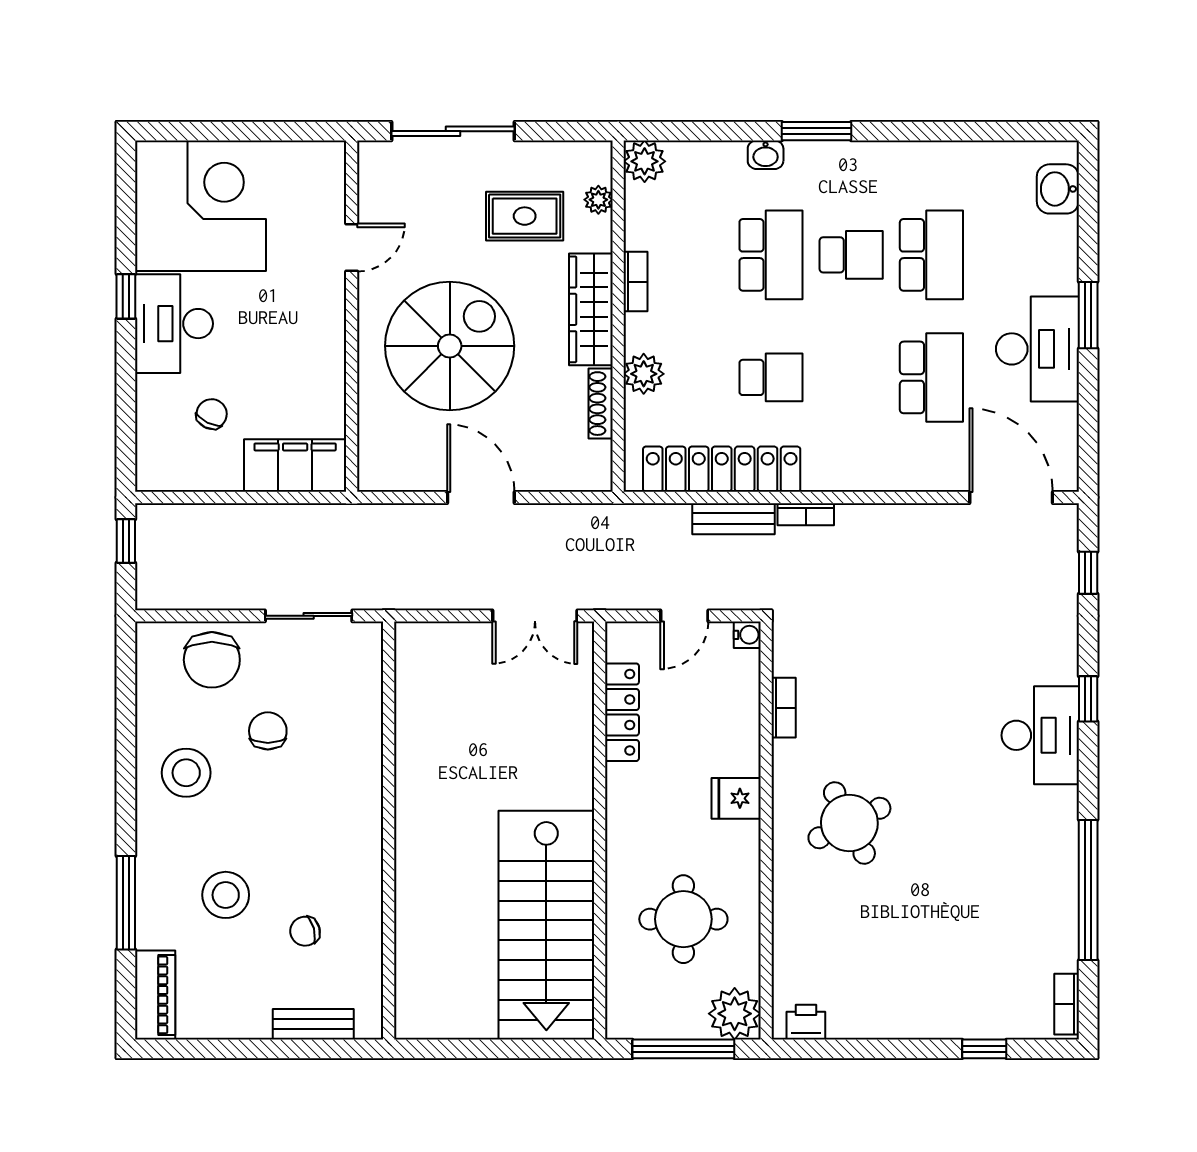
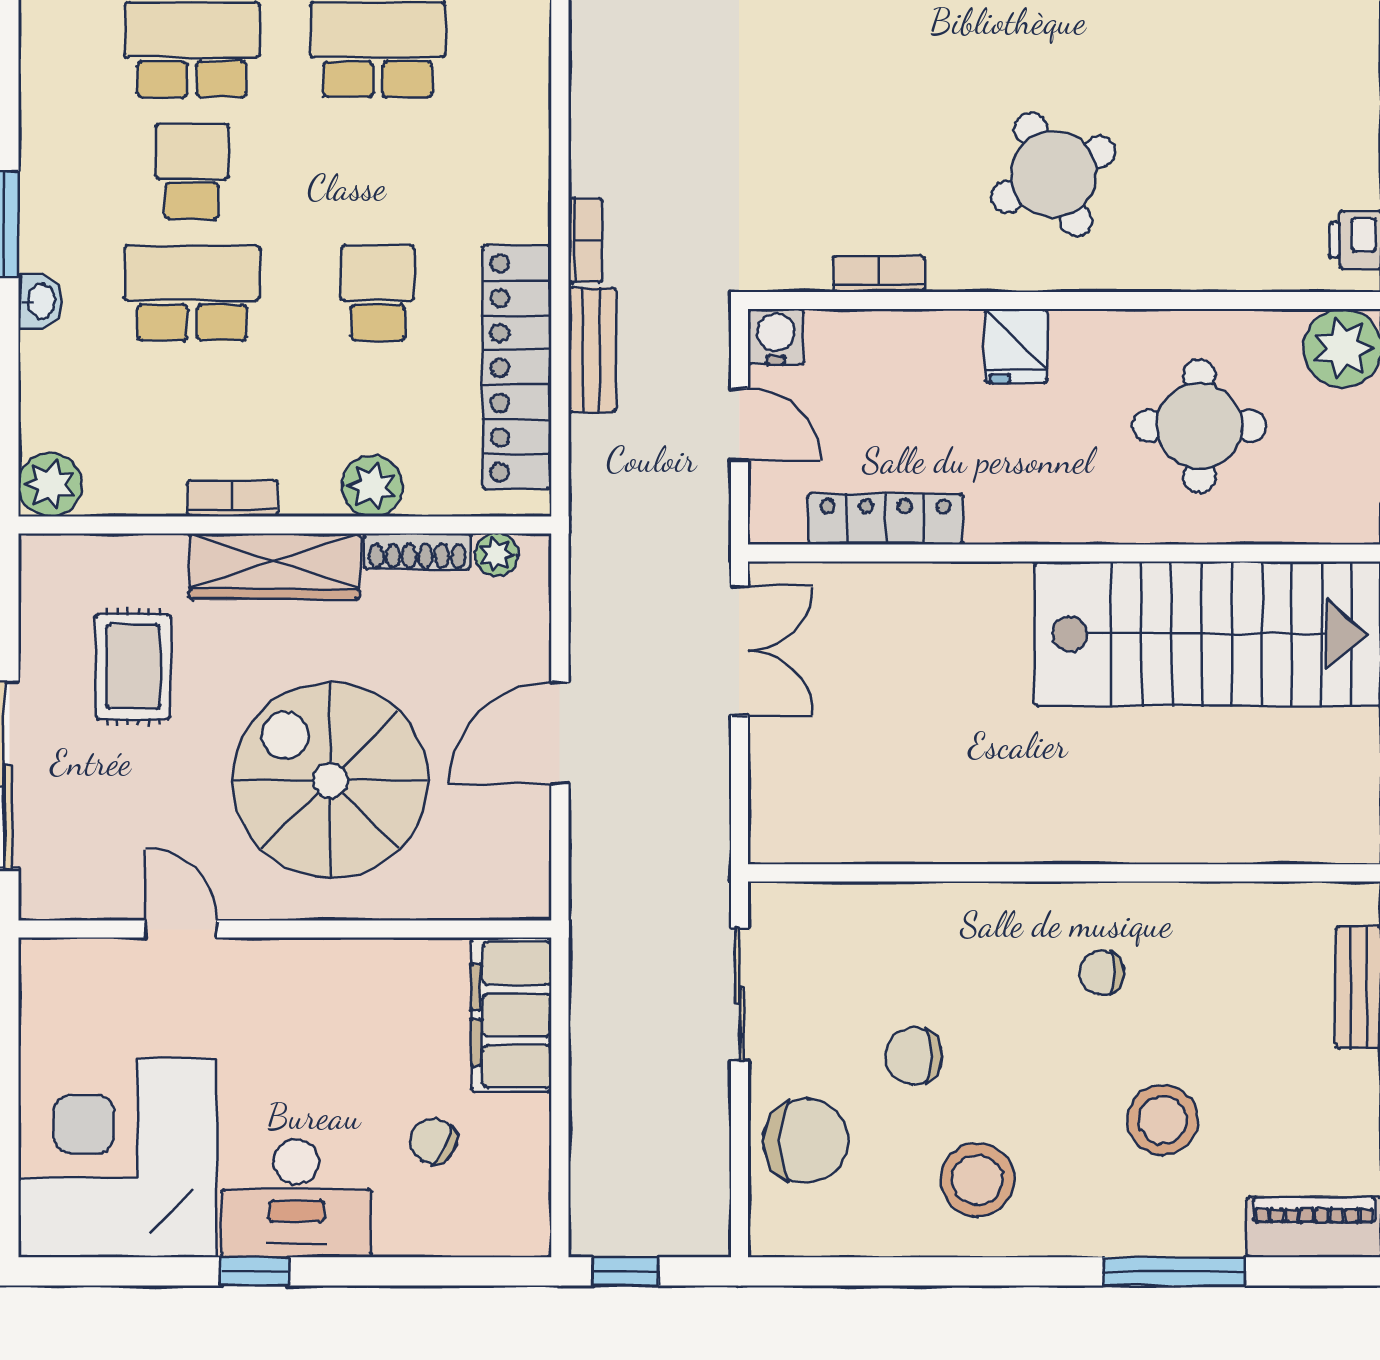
plant: (598, 200) -> (497, 555), moved
water cooler: (747, 635) -> (776, 337), width x1.38, depth x1.38
chair: (305, 931) -> (1102, 973), moved, turned 105

